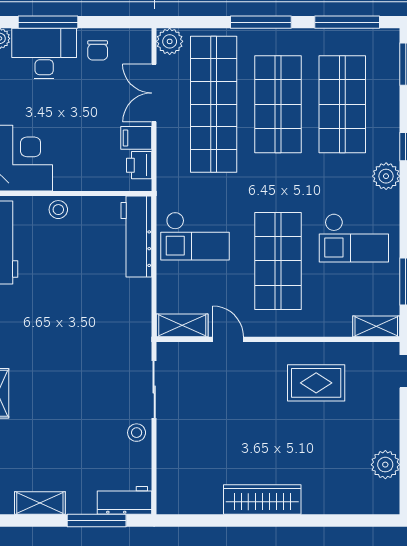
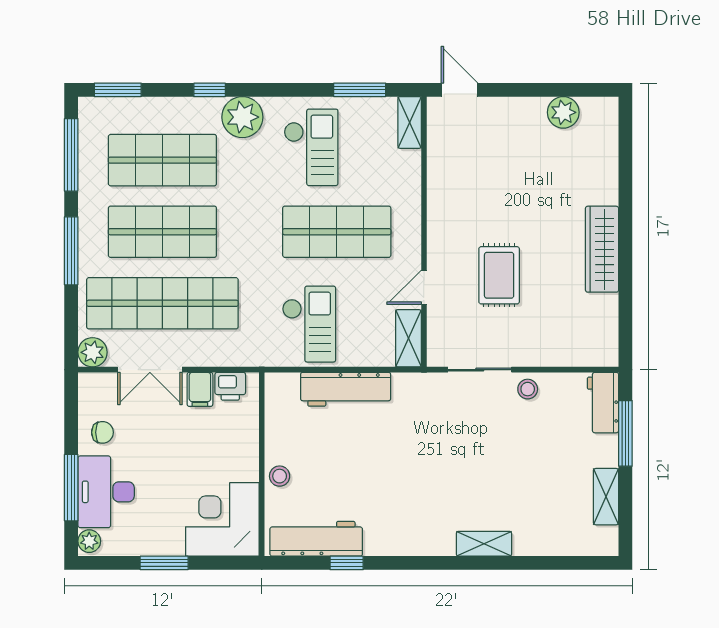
plant: (386, 176) -> (242, 117), width x1.36, depth x1.36
workbench: (136, 237) -> (346, 389), moved
rug: (316, 383) -> (499, 275), moved

